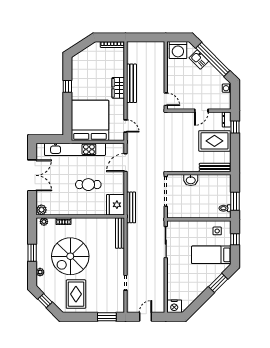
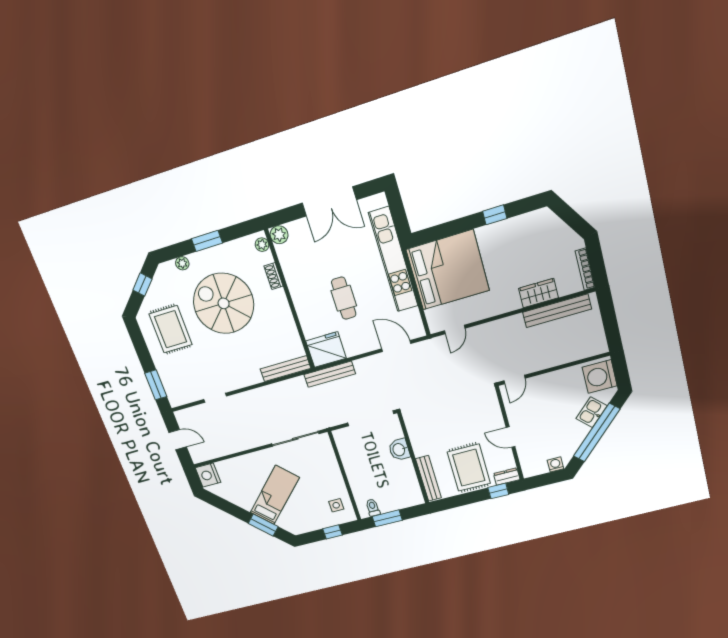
bench: (132, 83) -> (557, 311), moved
wardrobe: (118, 88) -> (538, 293), moved
bed: (211, 255) -> (275, 495), moved, turned 45
rug: (76, 294) -> (171, 329), turned 90

